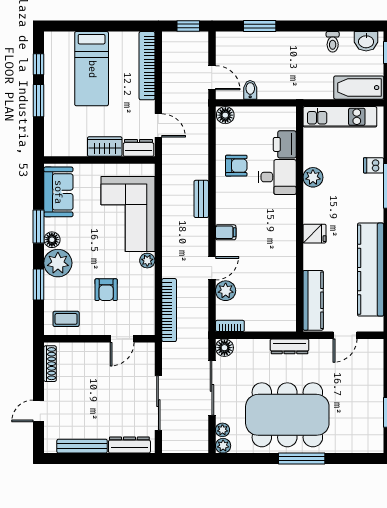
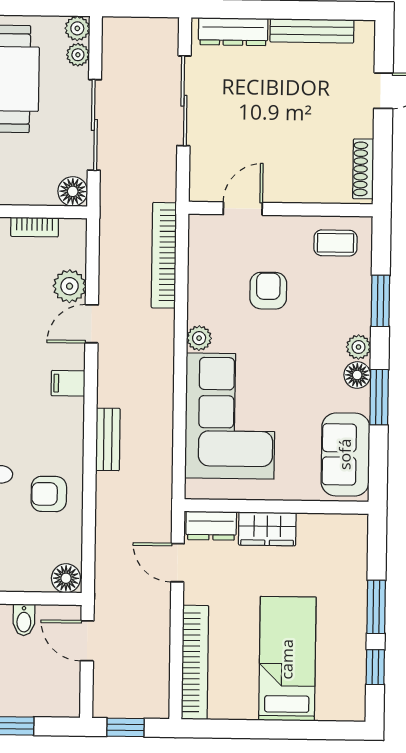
plant: (58, 263) -> (359, 347), width x0.53, depth x0.53
bookcase: (230, 326) -> (35, 227), moved

